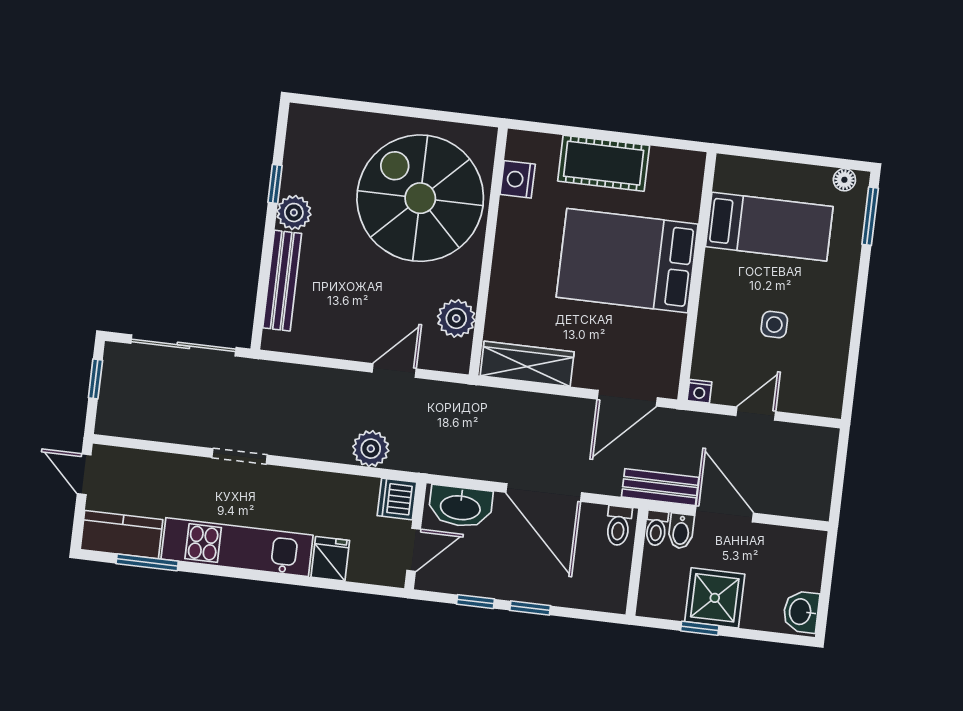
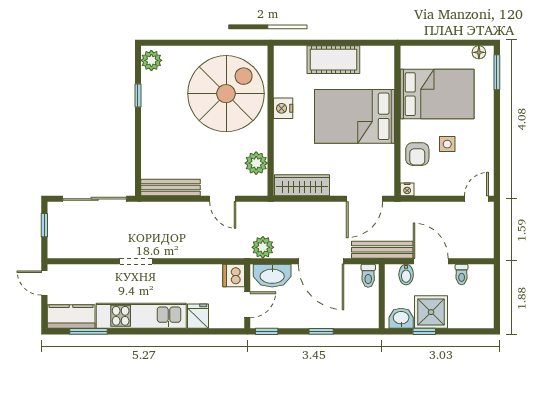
nightstand: (518, 179) -> (283, 108), moved
spiral stairs: (420, 198) -> (226, 94), turned 90
plant: (294, 213) -> (151, 60), moved
bed: (769, 227) -> (437, 94), width x1.50
bench: (282, 281) -> (171, 188), moved, turned 90
armchair: (723, 335) -> (417, 154), added
door: (394, 370) -> (223, 199), swing flipped
door: (756, 414) -> (476, 199), moved
plant: (371, 449) -> (263, 247), moved
bench: (660, 487) -> (382, 250), width x1.36
toilet: (656, 528) -> (462, 274), moved
window: (475, 602) -> (267, 331), moved
washbasin: (801, 612) -> (401, 318), moved, turned 90

